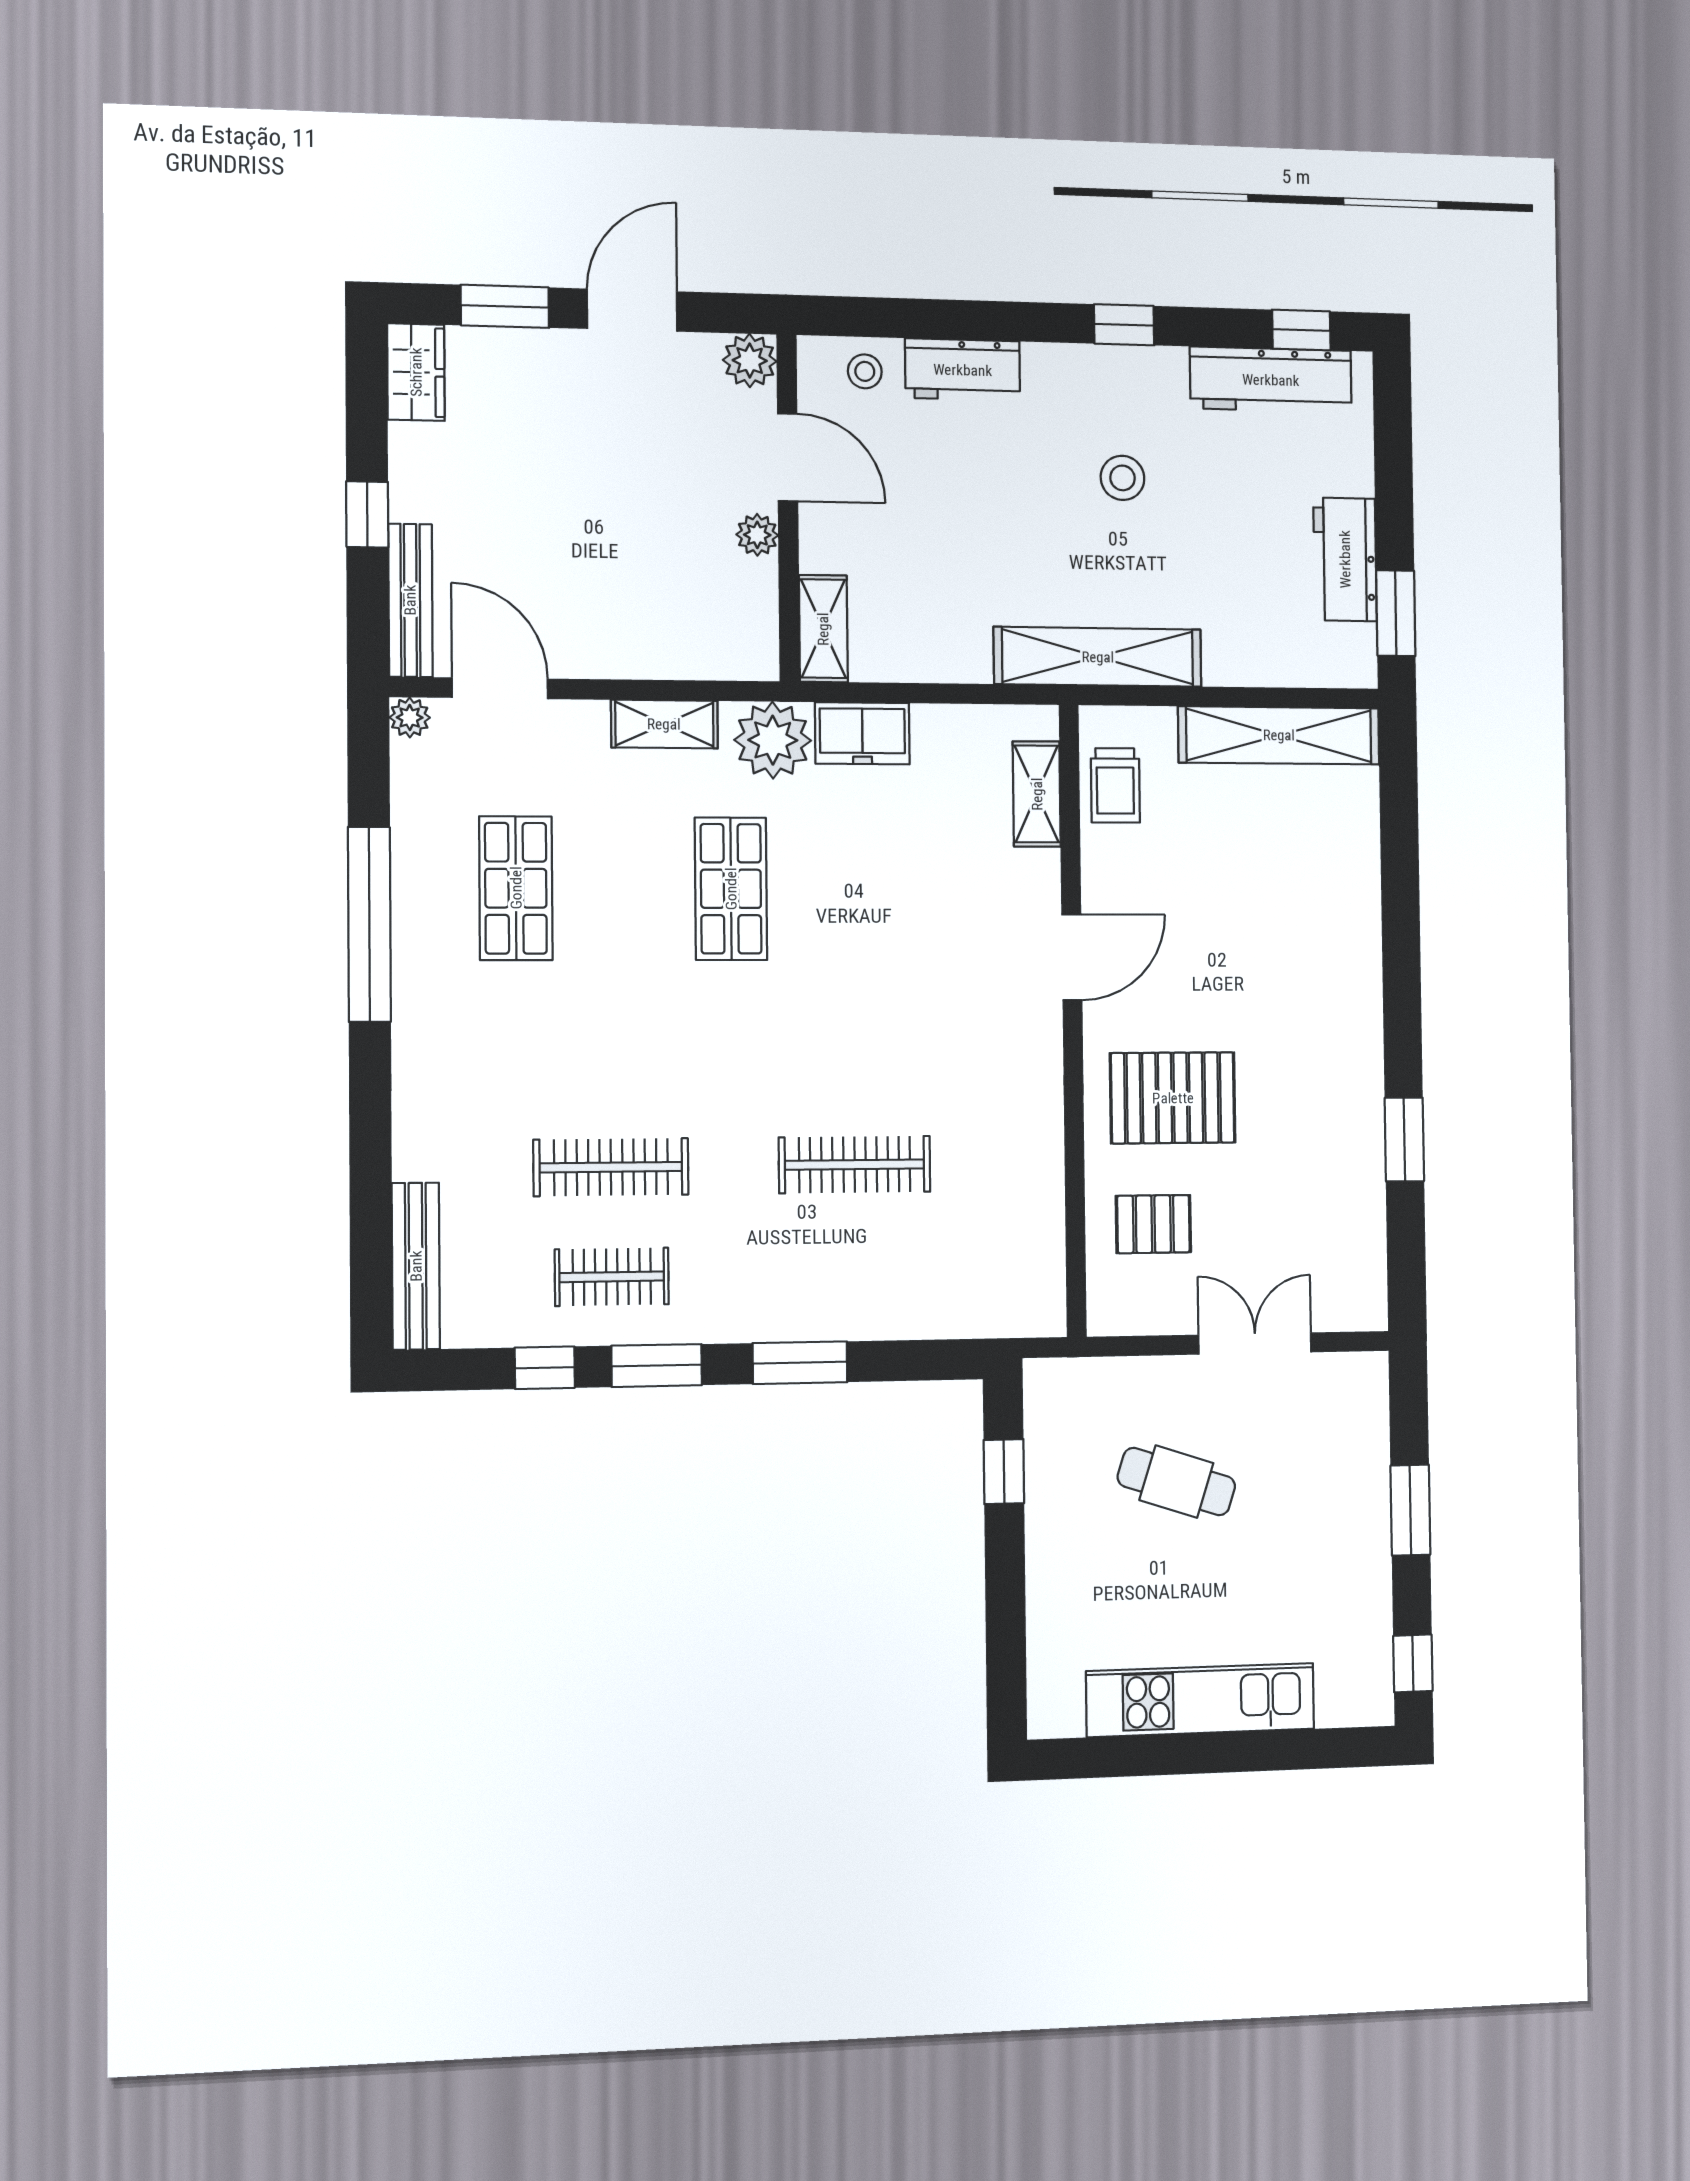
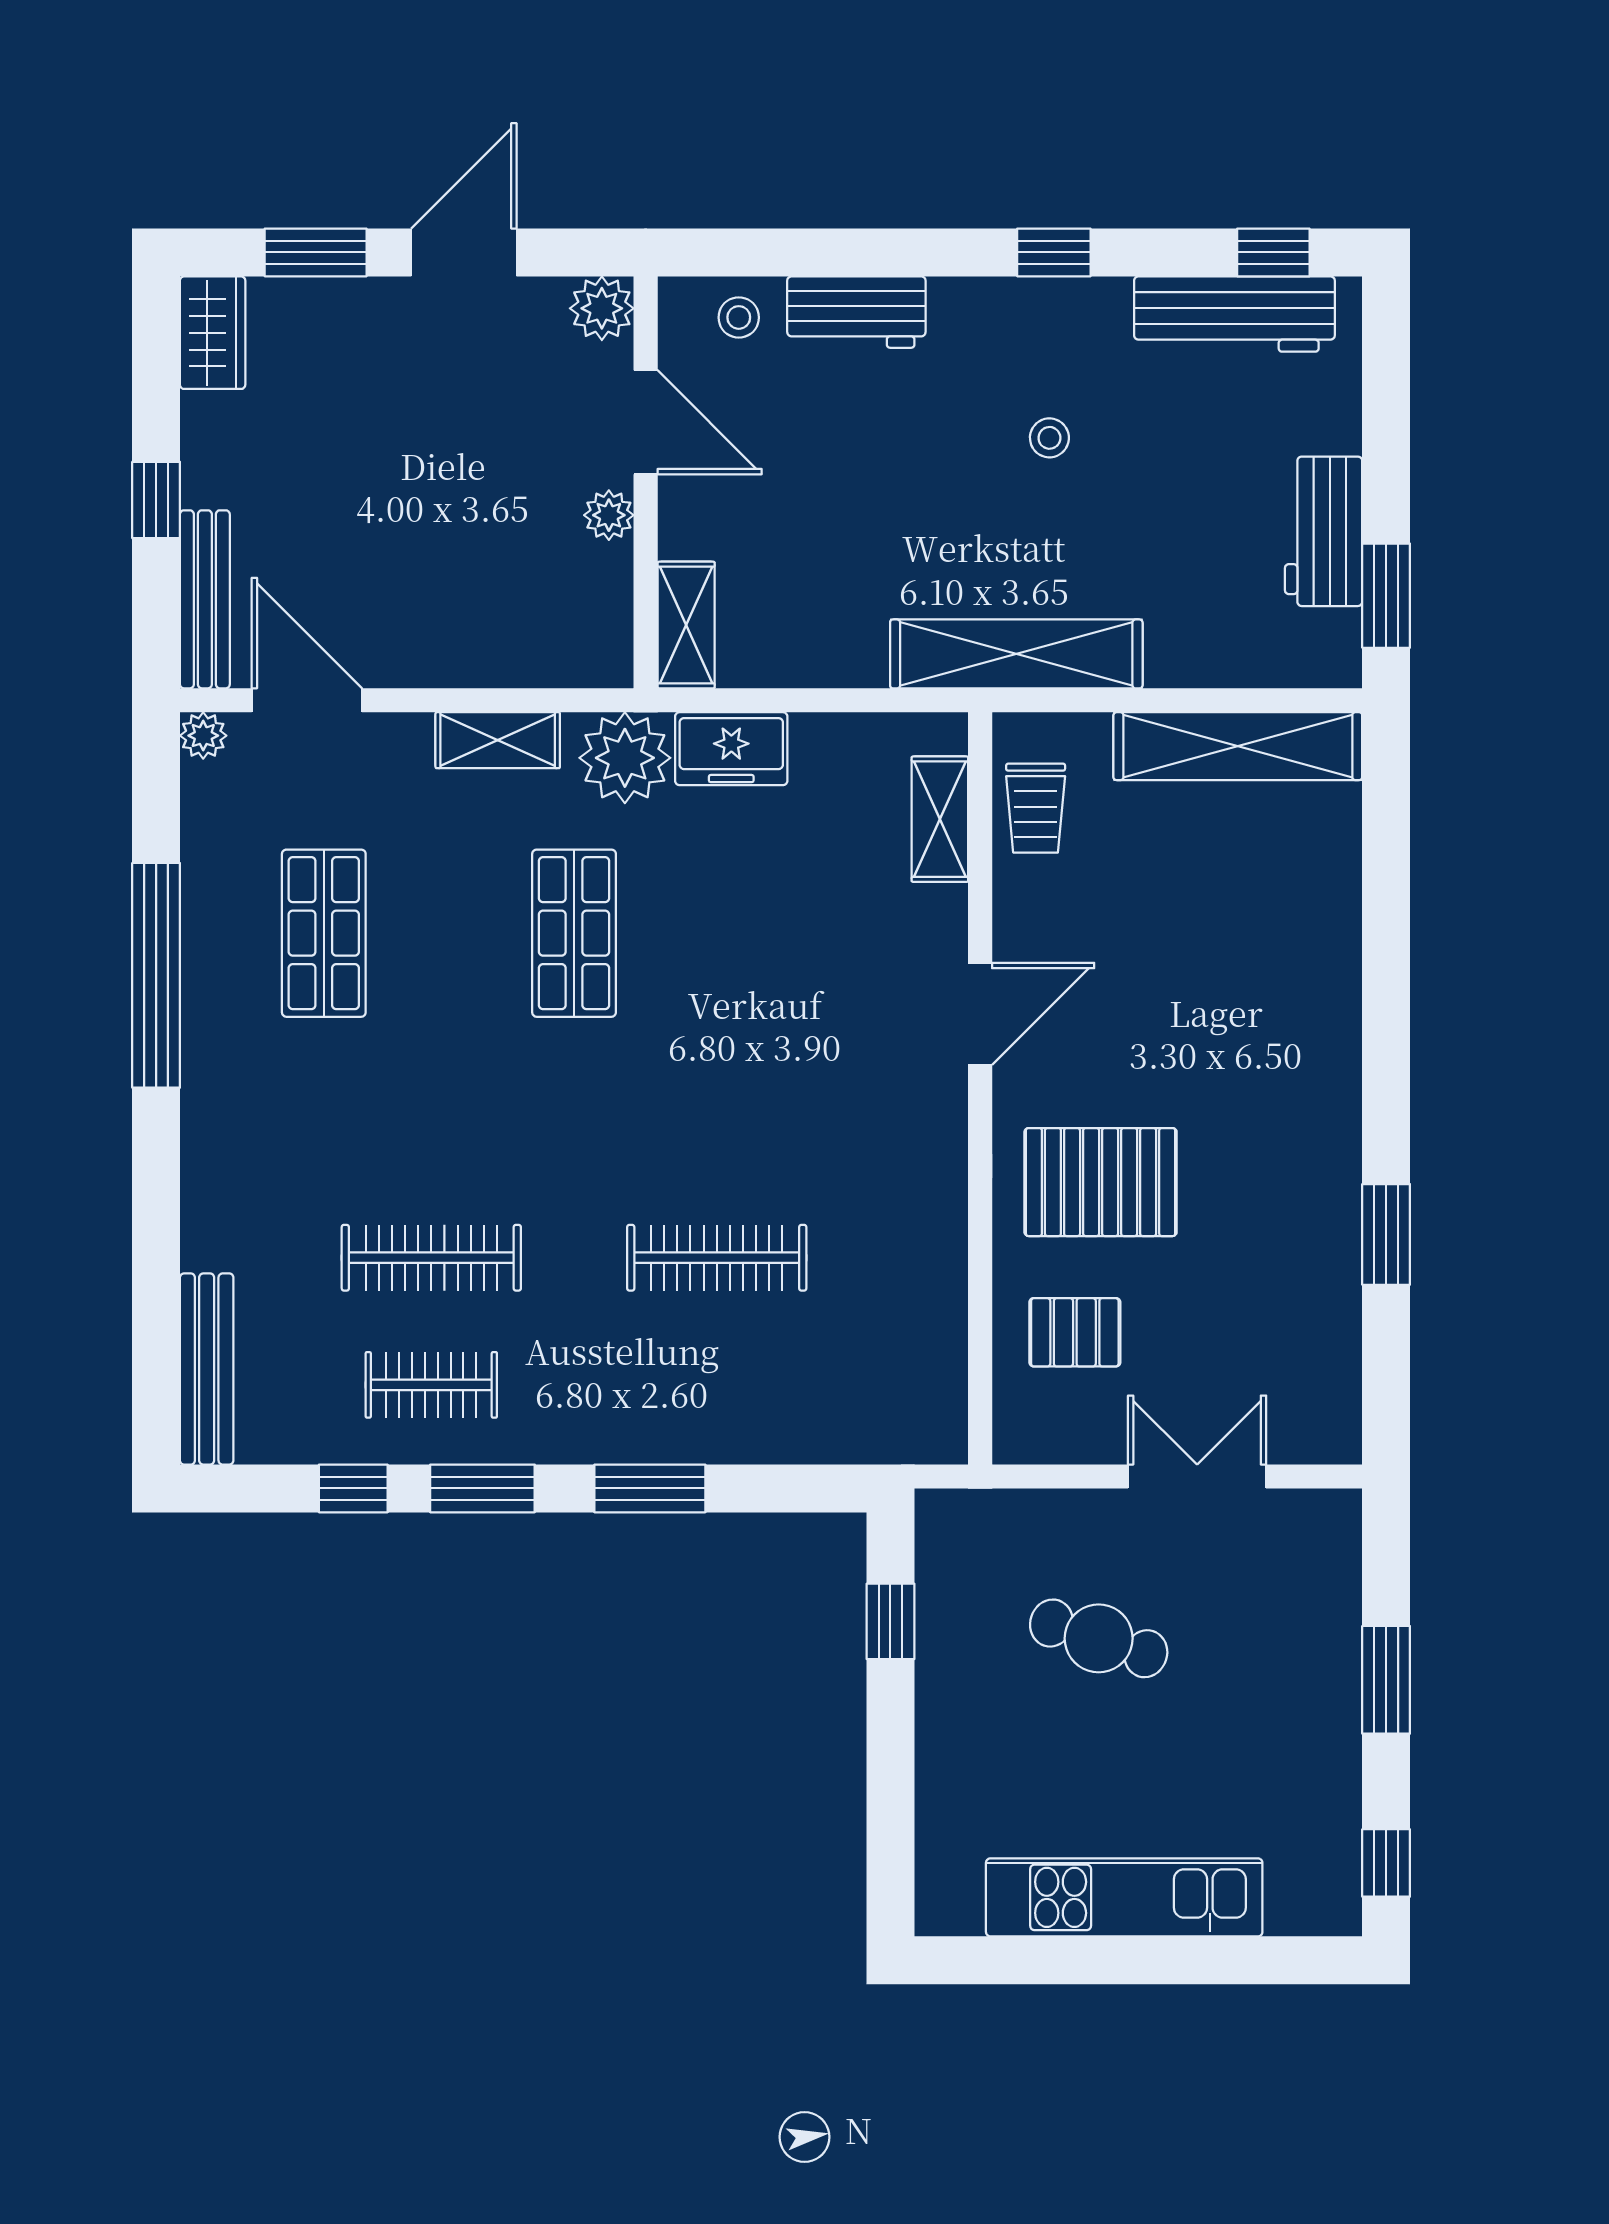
stool: (1122, 478) -> (1049, 438), width x0.73, depth x0.73

